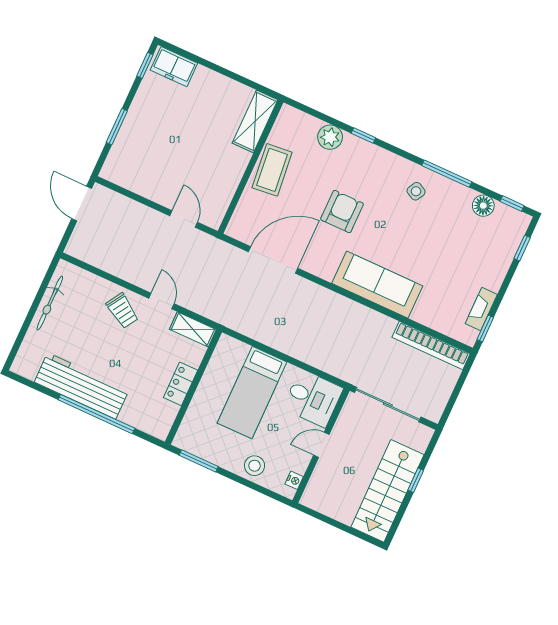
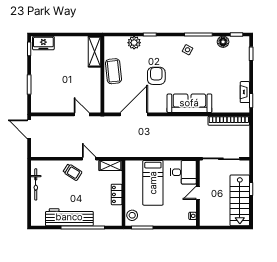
stool: (255, 466) -> (132, 215), moved

